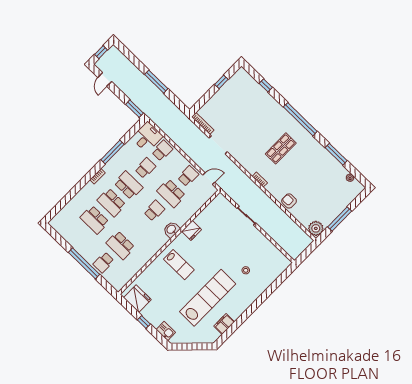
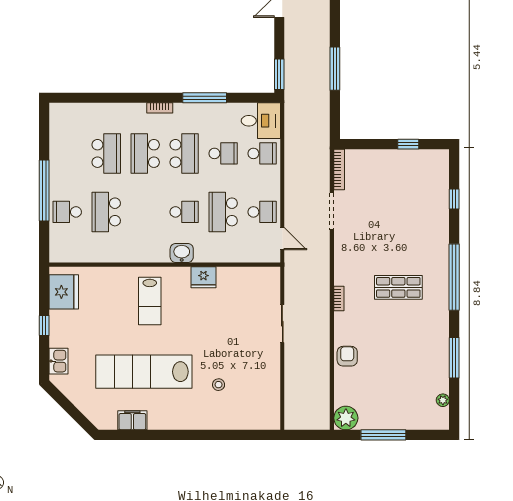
school desk: (95, 220) -> (106, 153), turned 180
lab bench: (208, 298) -> (144, 372), turned 180

